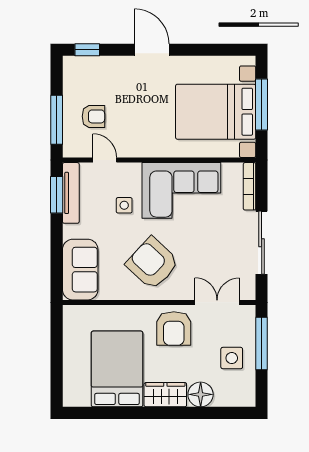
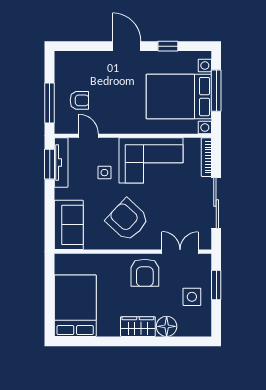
window: (87, 50) -> (168, 46), moved
window: (262, 343) -> (216, 285), width x0.69
bed: (117, 369) -> (75, 306), moved

